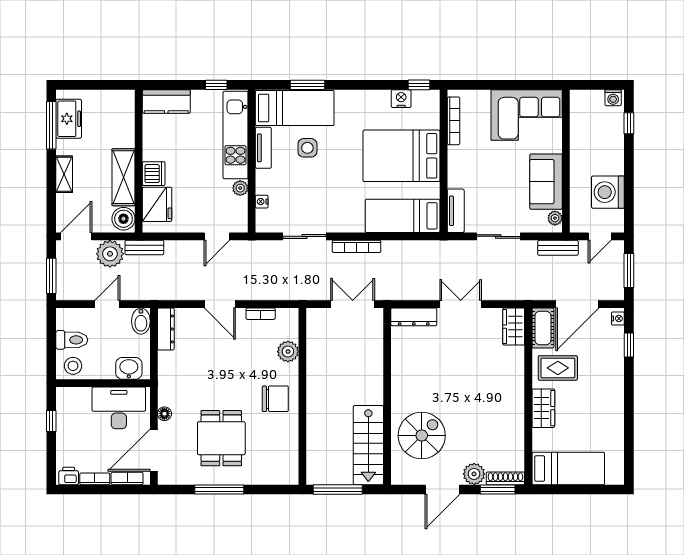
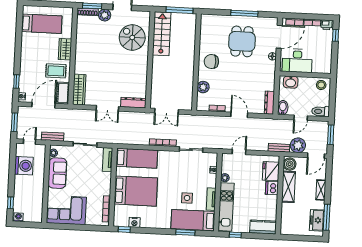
wardrobe: (514, 327) -> (79, 90), width x1.50
toilet: (72, 340) -> (321, 111), moved
window: (51, 421) -> (336, 35), moved
spiral stairs: (422, 436) -> (132, 38), turned 90
bed: (568, 468) -> (42, 24), moved, turned 180

